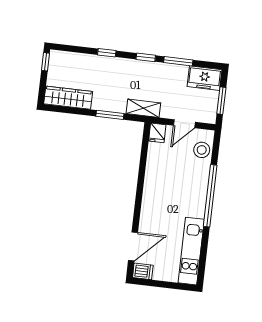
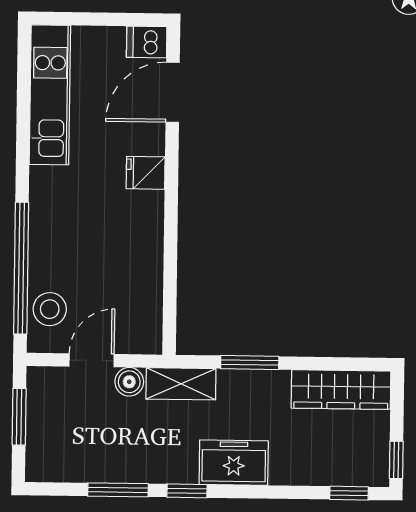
window: (107, 53) -> (349, 493), moved
freezer: (204, 78) -> (234, 463), moved
boiler: (168, 112) -> (129, 382), added
fridge: (157, 133) -> (146, 173), moved, turned -90
window: (210, 196) -> (21, 268), moved

